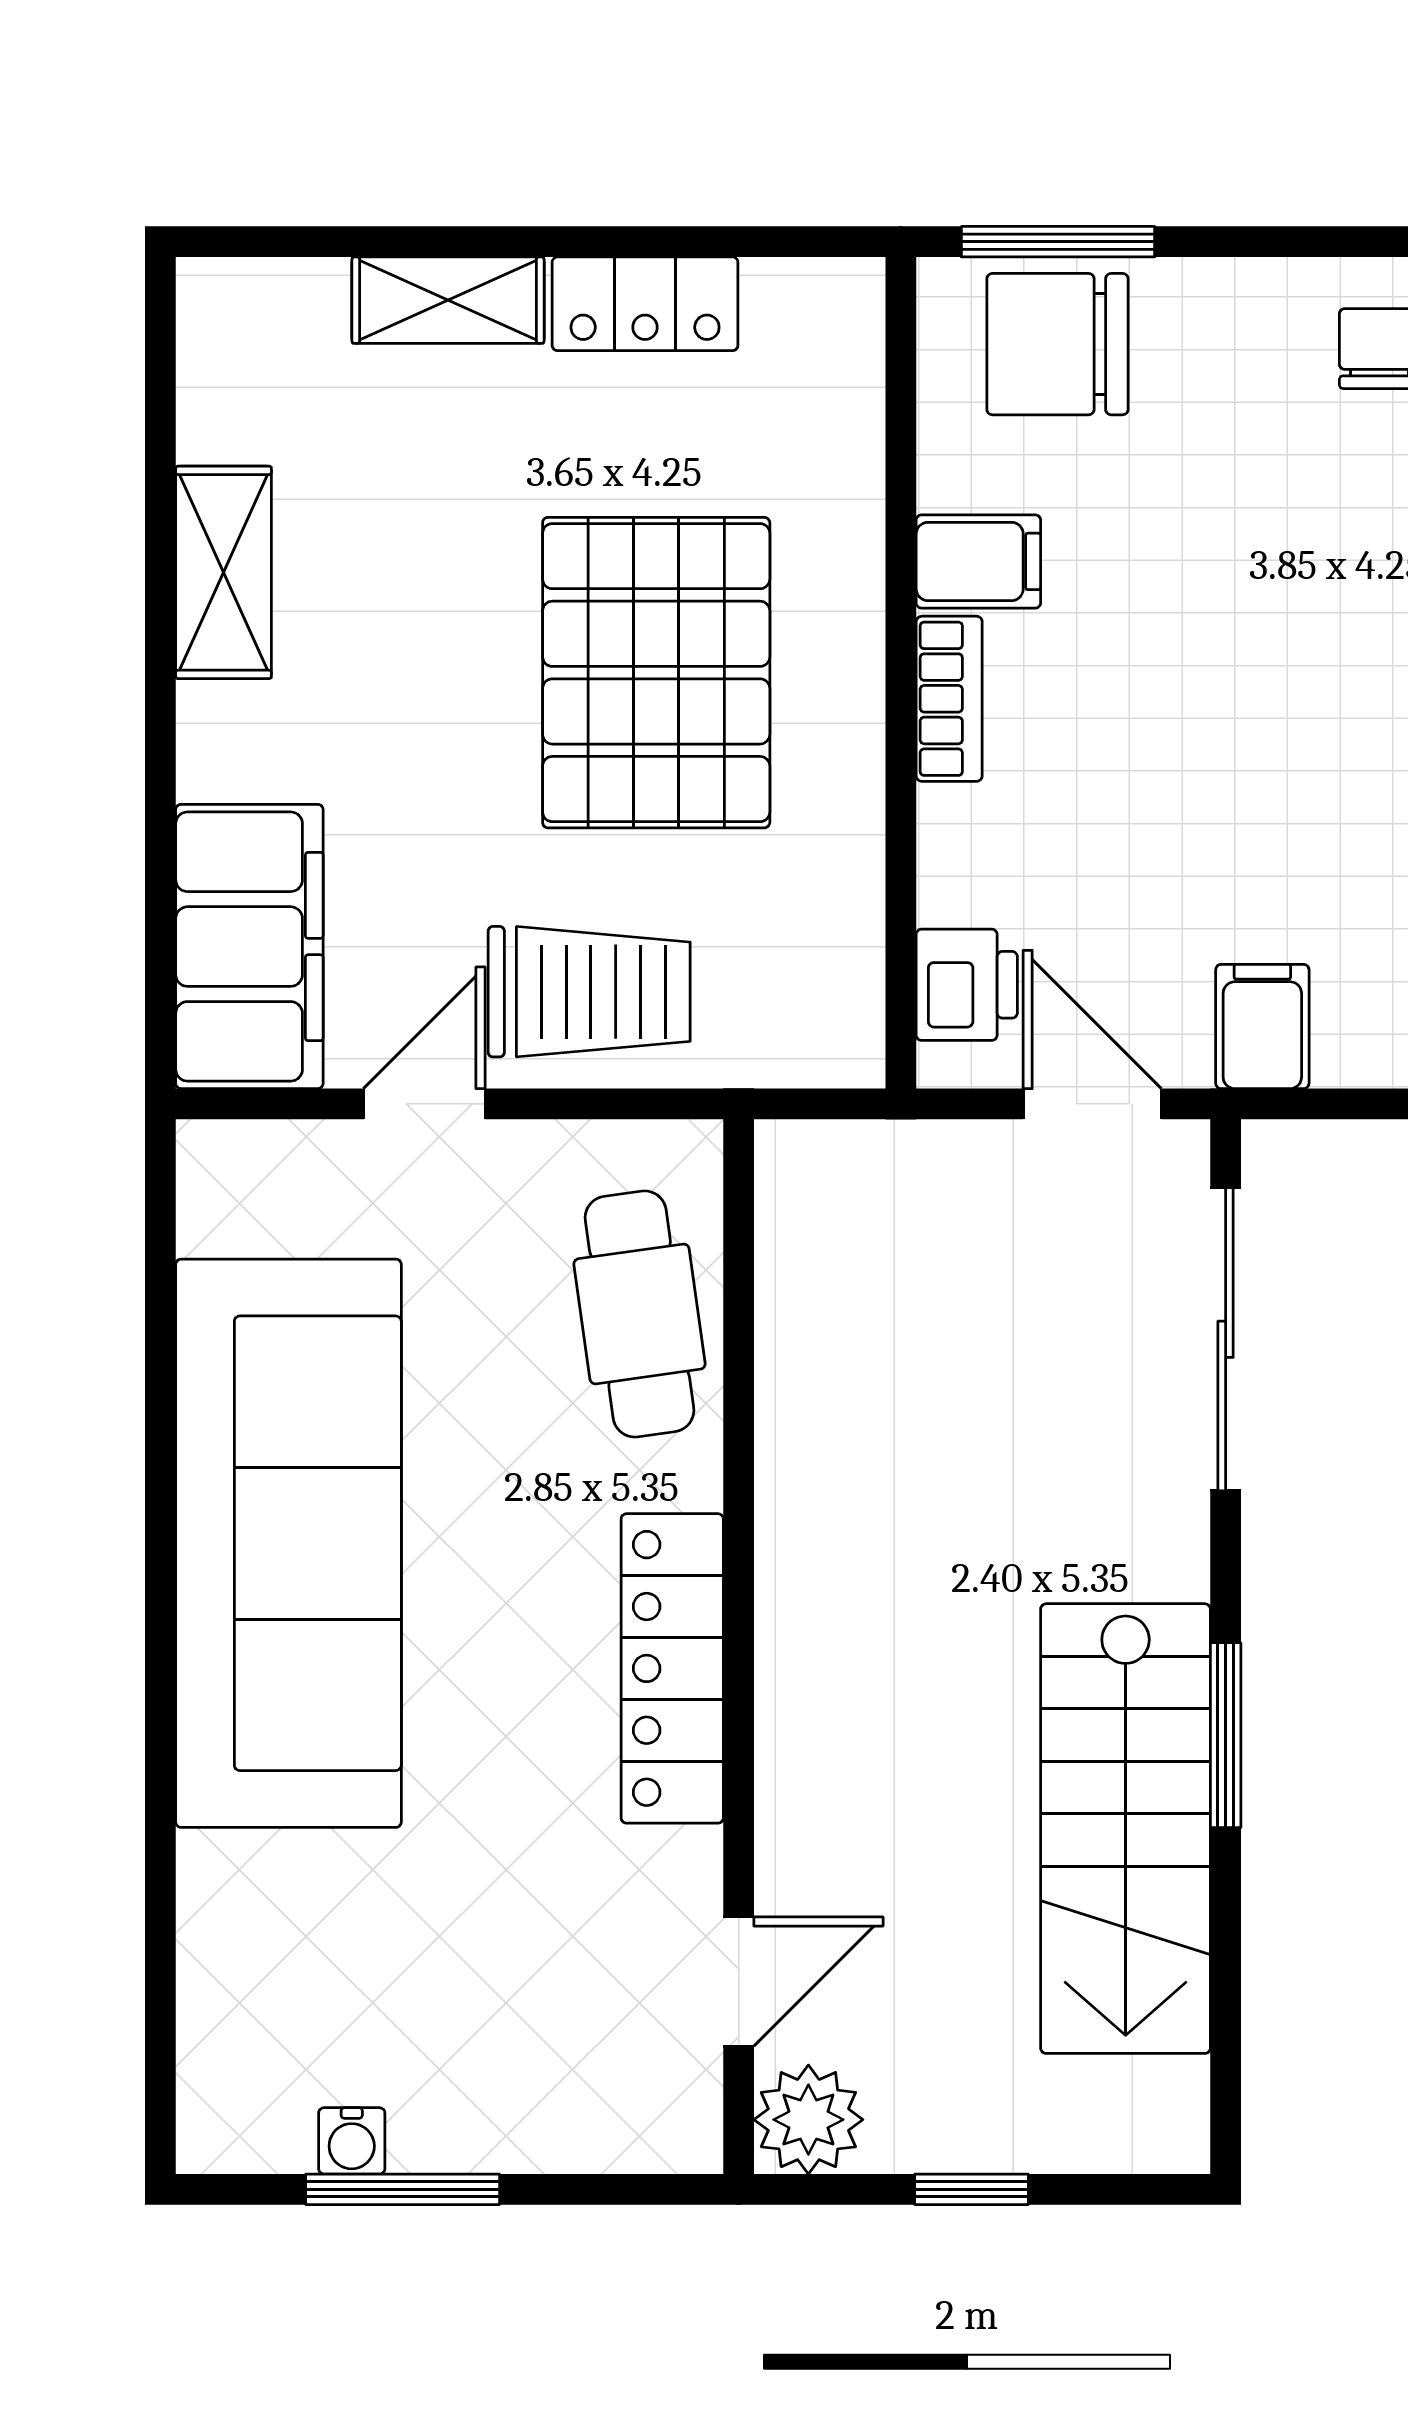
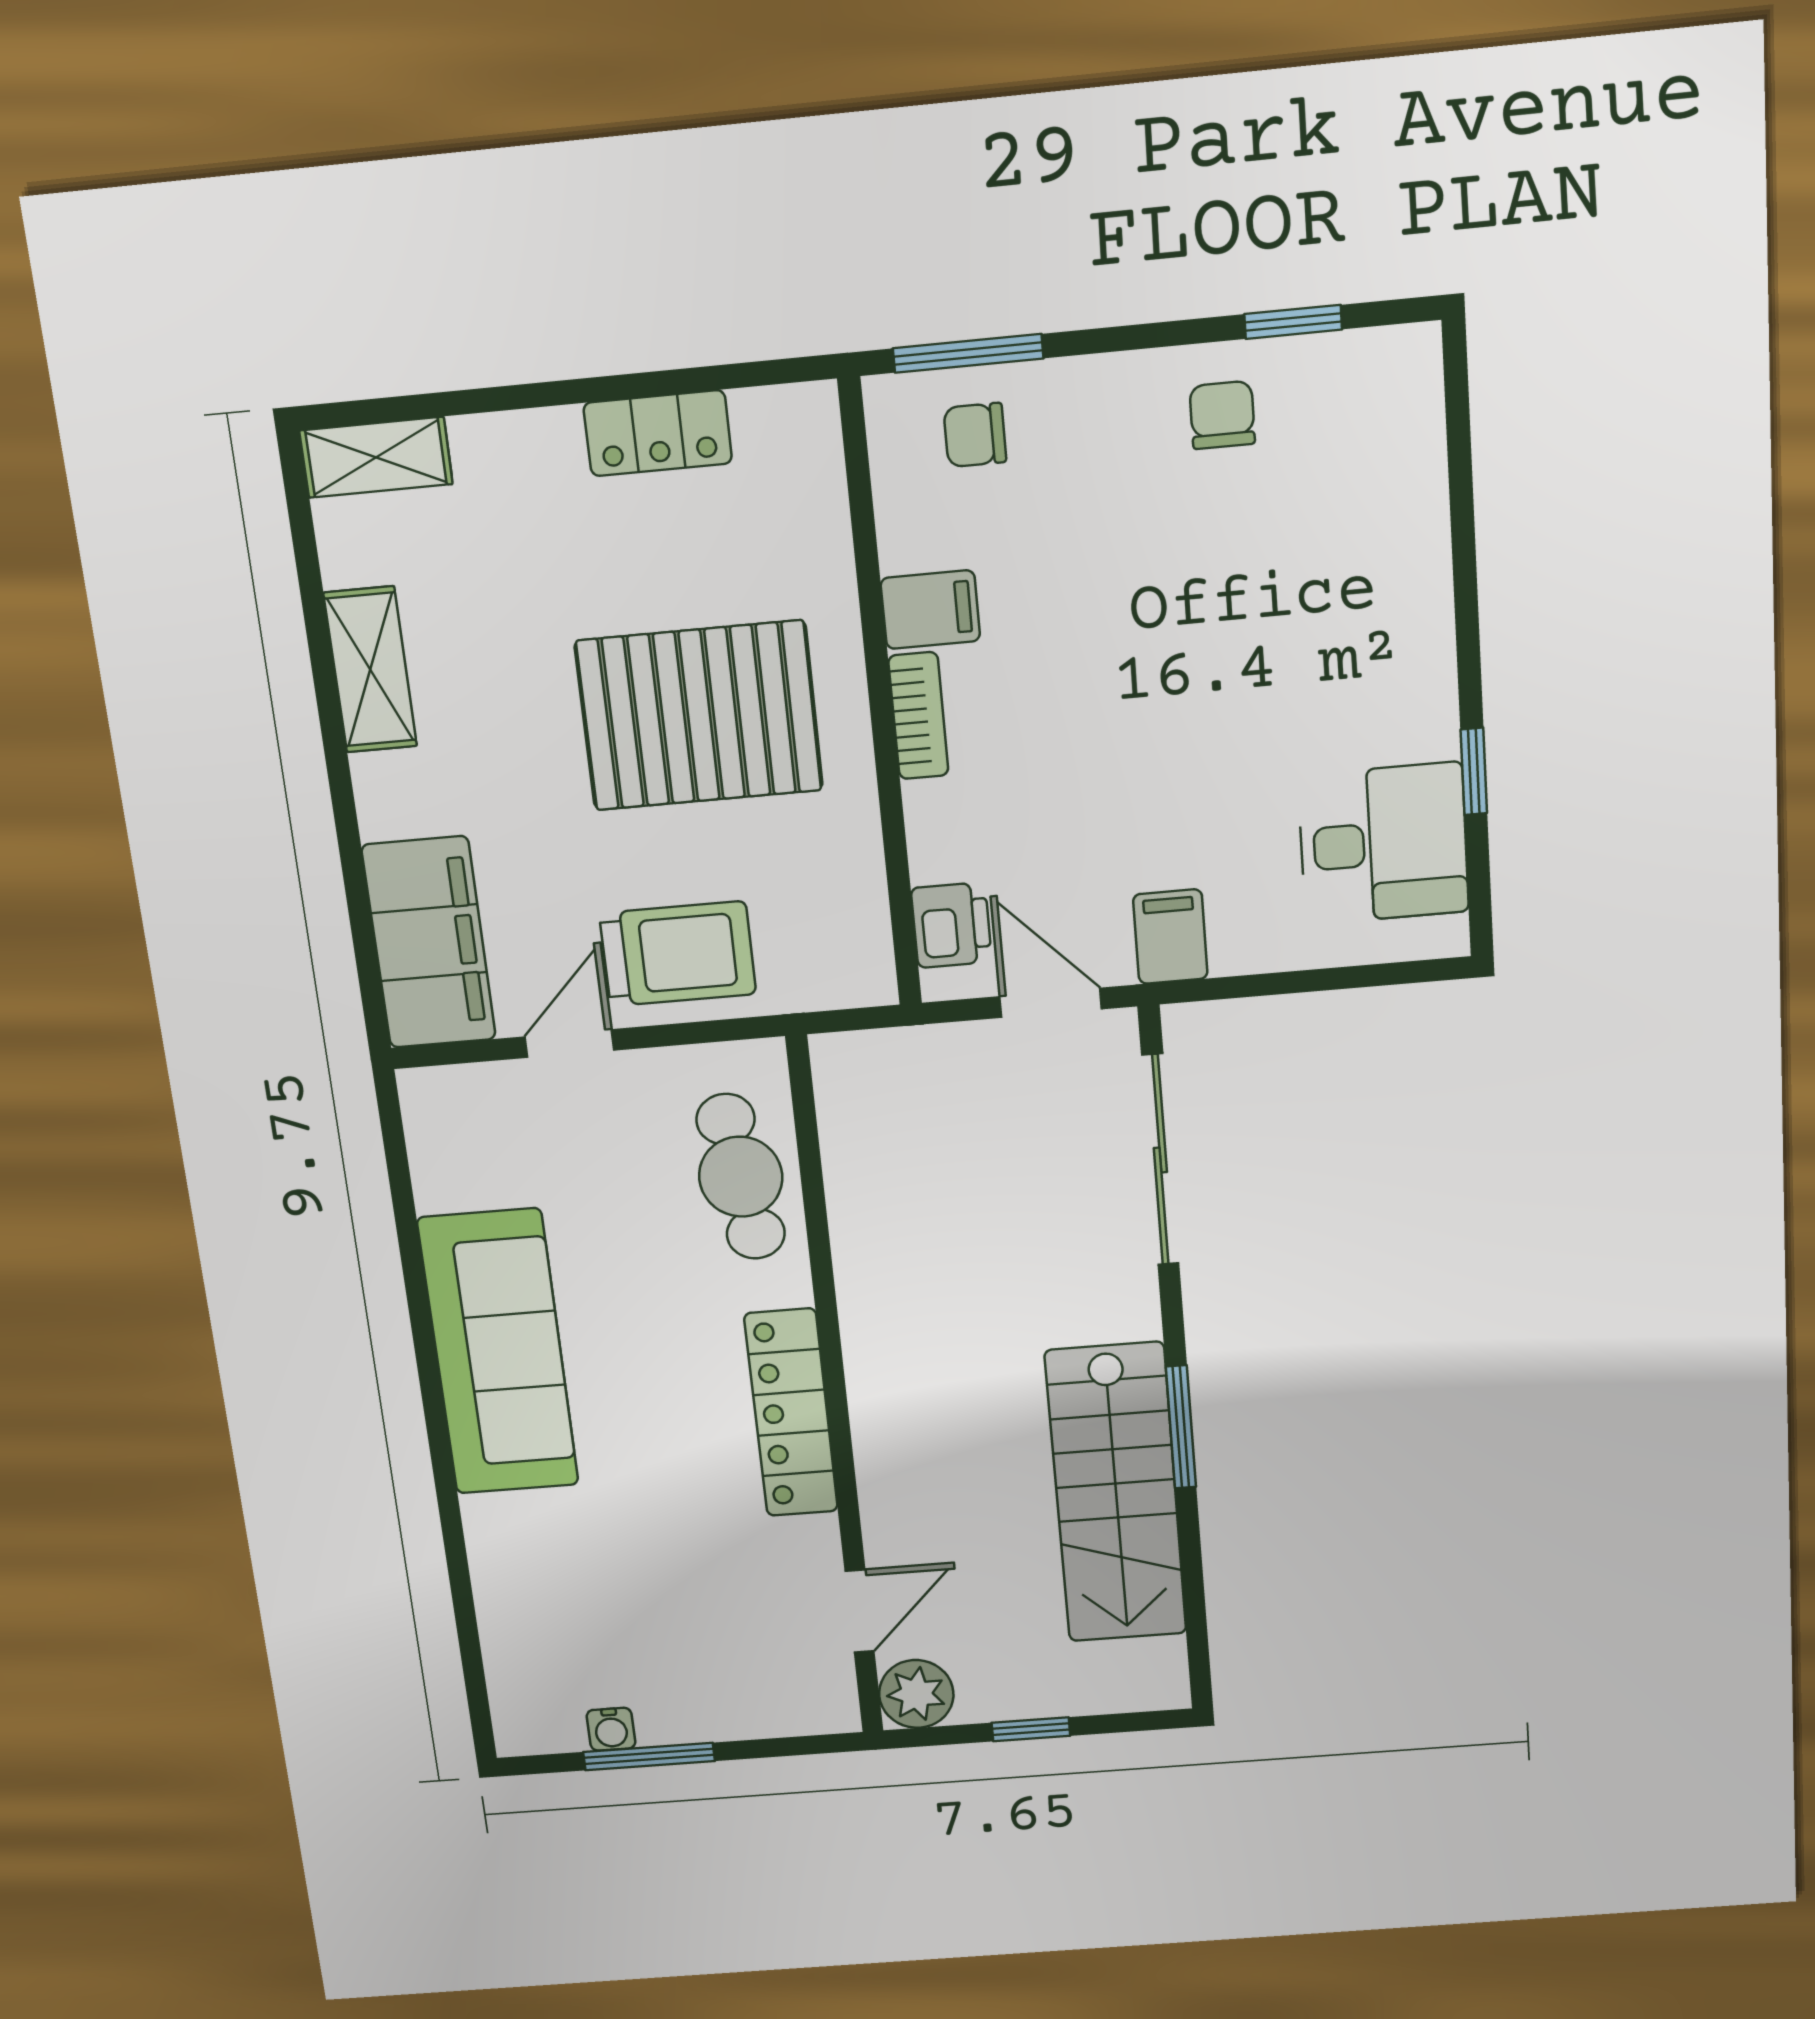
shelving: (448, 300) -> (376, 457), moved
chair: (1058, 344) -> (975, 435), width x0.54, depth x0.54
pallet: (656, 673) -> (699, 716), turned 90
sofa: (288, 1543) -> (498, 1352), width x0.74, depth x0.79

